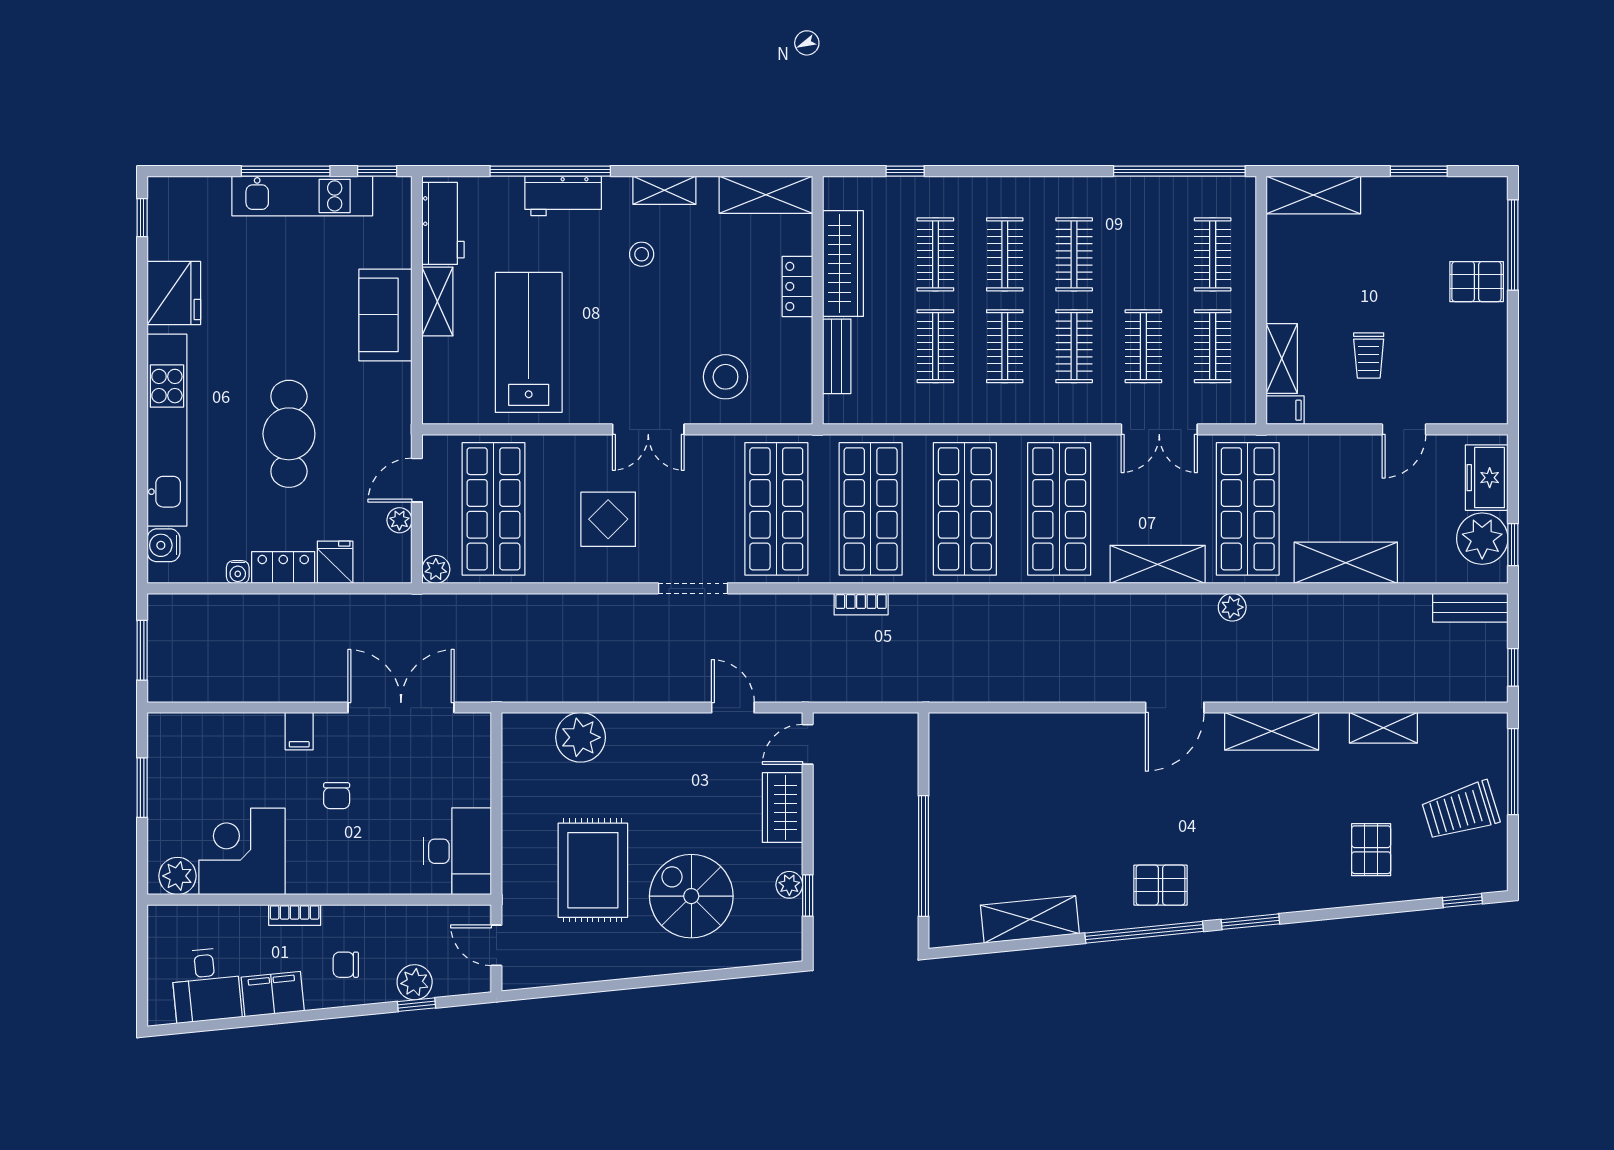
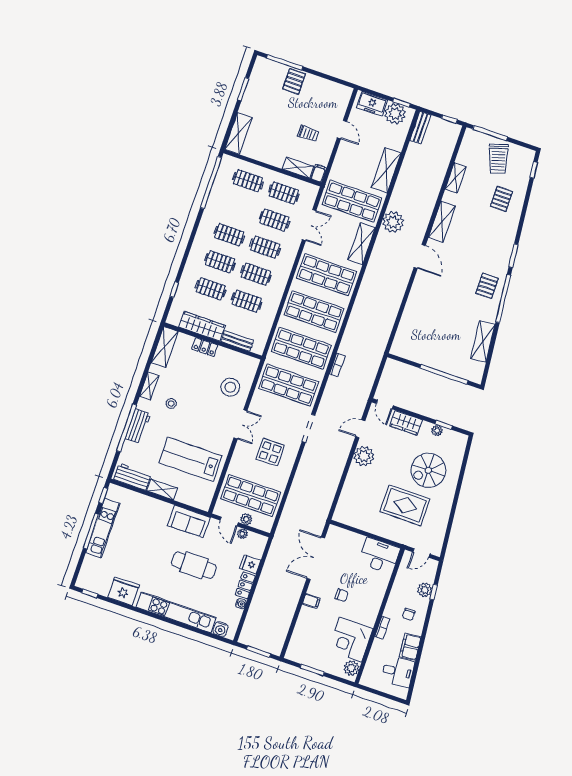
sofa: (385, 315) -> (189, 521), moved
plant: (436, 569) -> (246, 519), moved
plant: (1232, 607) -> (393, 222), width x1.87, depth x1.87
plant: (581, 737) -> (364, 456), moved
pallet: (1371, 850) -> (502, 199), turned 90

